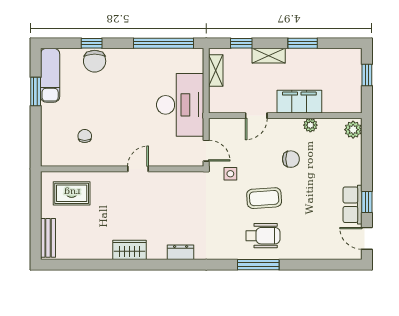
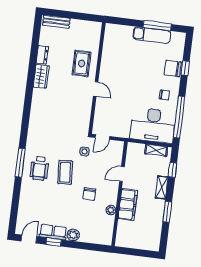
exam couch: (50, 75) -> (152, 35), moved
window: (367, 75) -> (140, 253), removed
window: (36, 91) -> (157, 26), width x1.44
desk: (180, 105) -> (153, 125), moved
door: (256, 116) -> (122, 174), hinge flipped
plant: (353, 130) -> (73, 235), moved
chair: (85, 136) -> (164, 95), moved
rug: (72, 193) -> (81, 63), moved
dresser: (181, 252) -> (42, 55), moved

